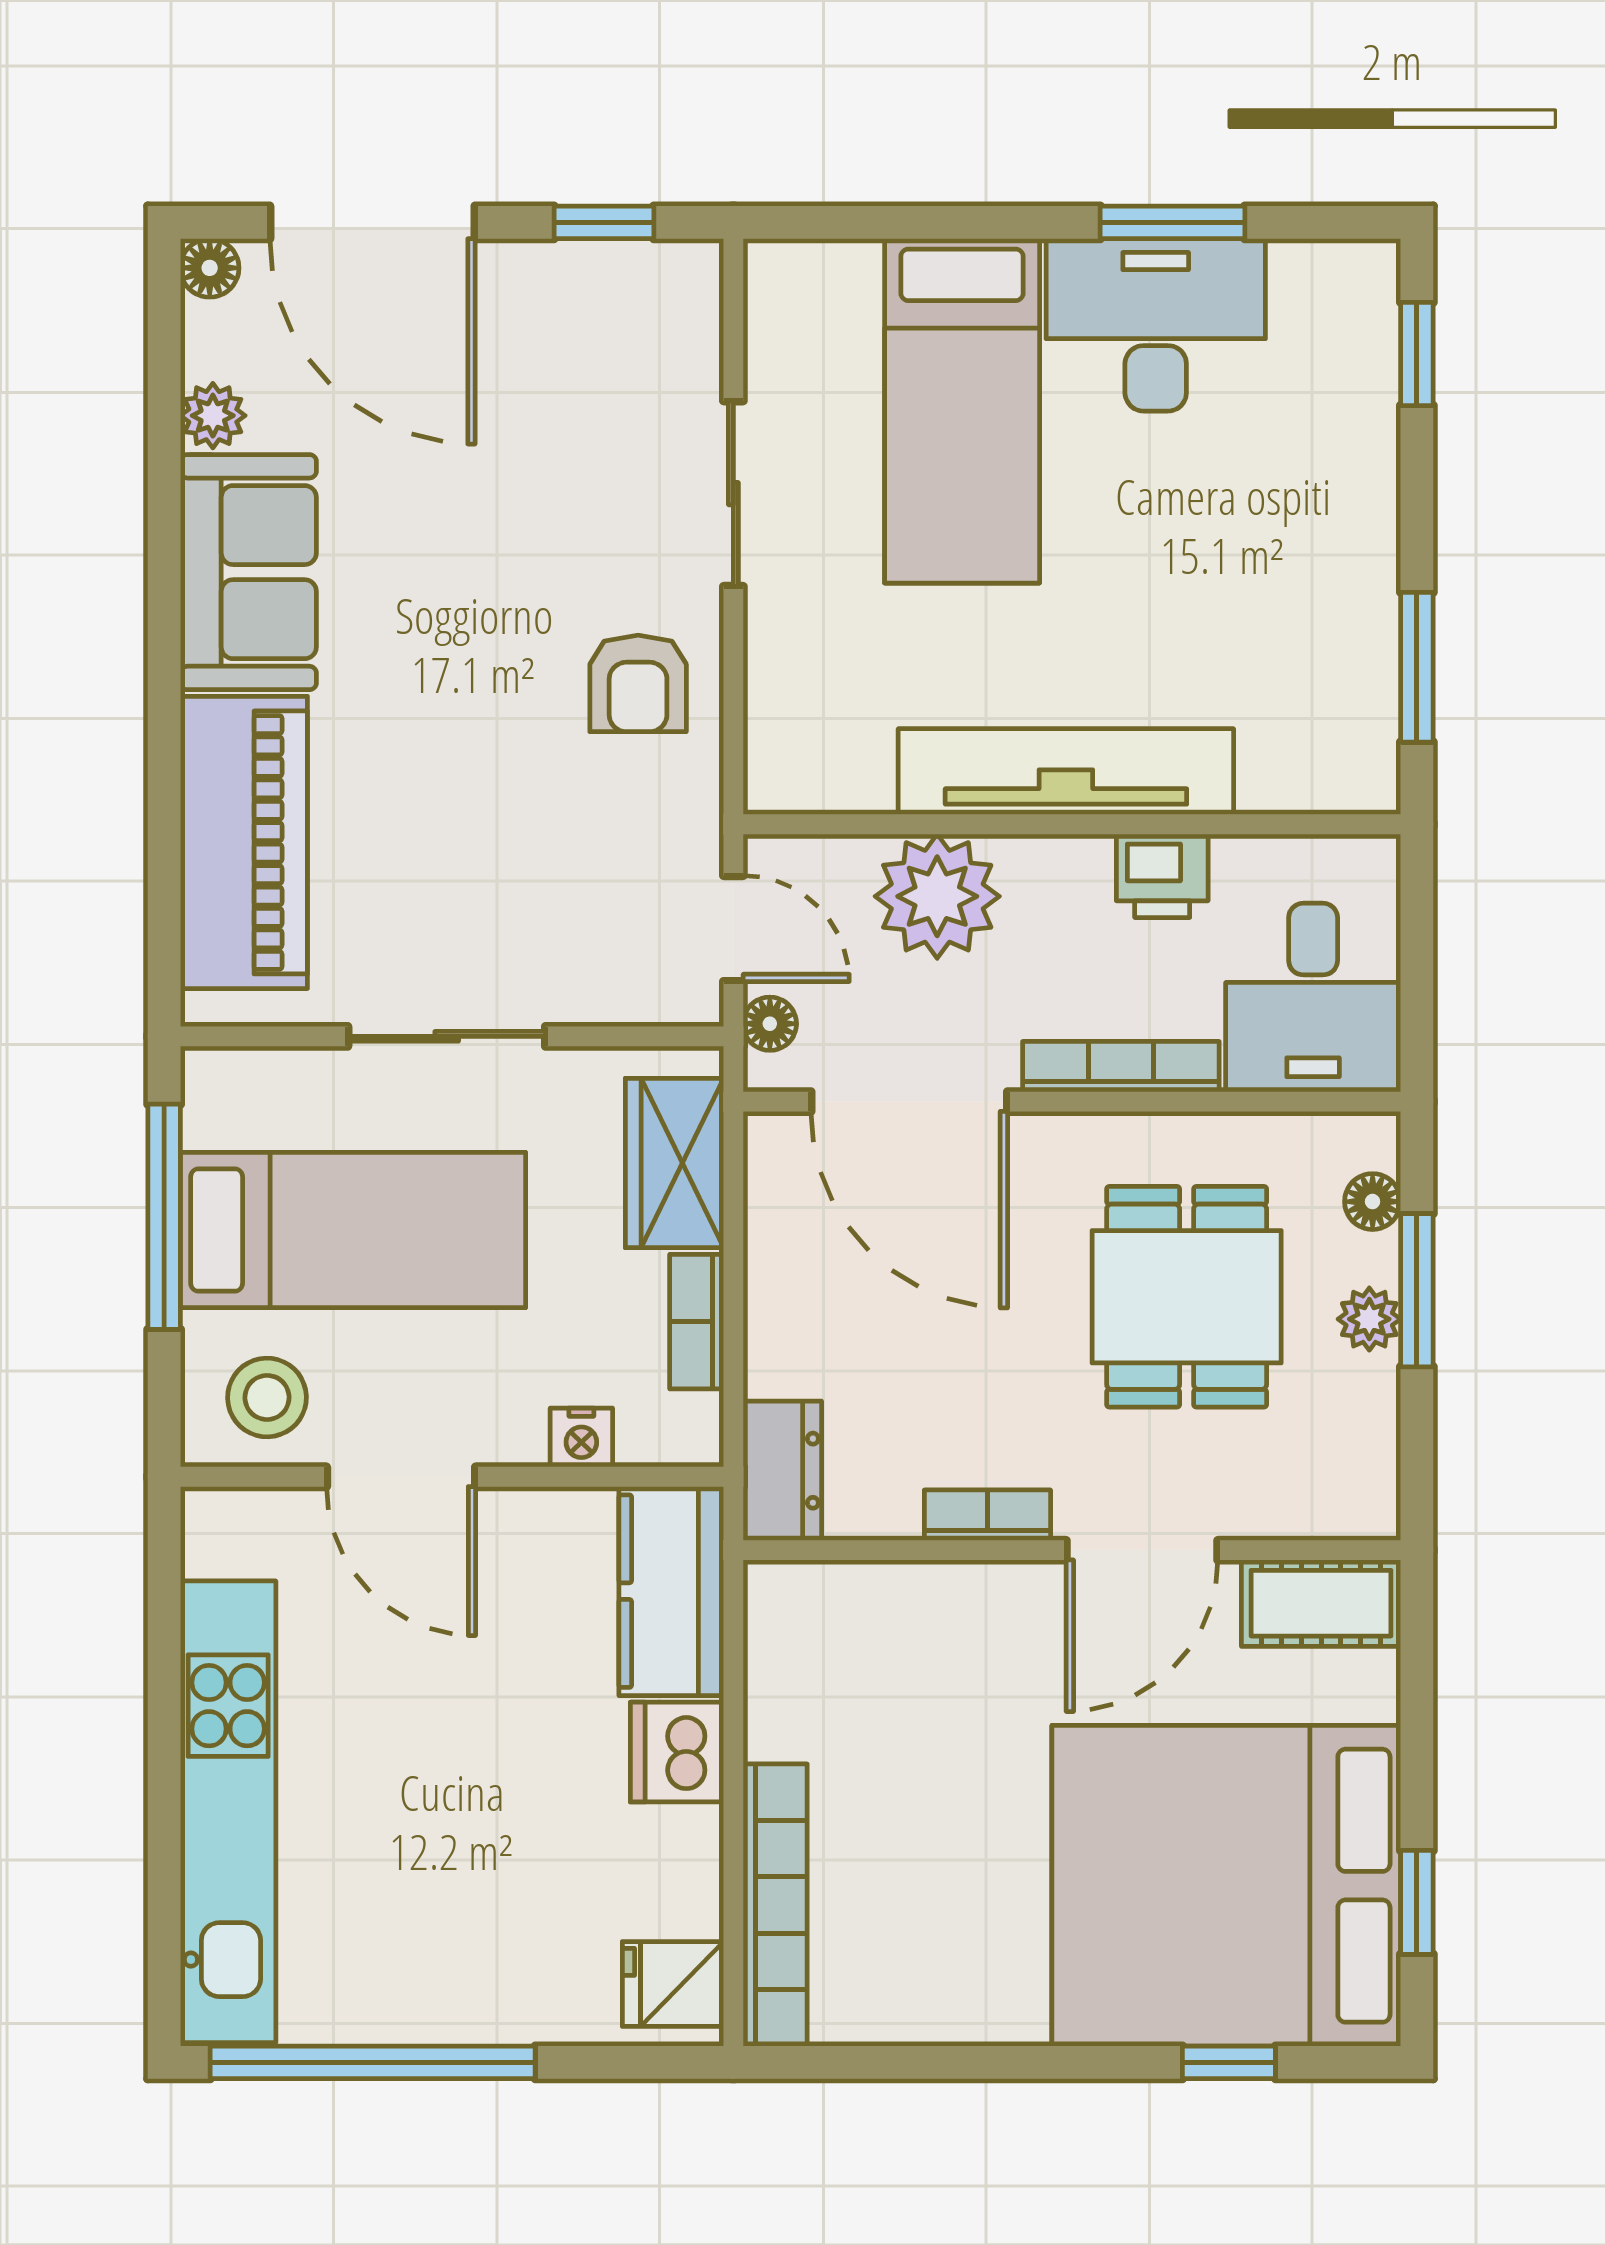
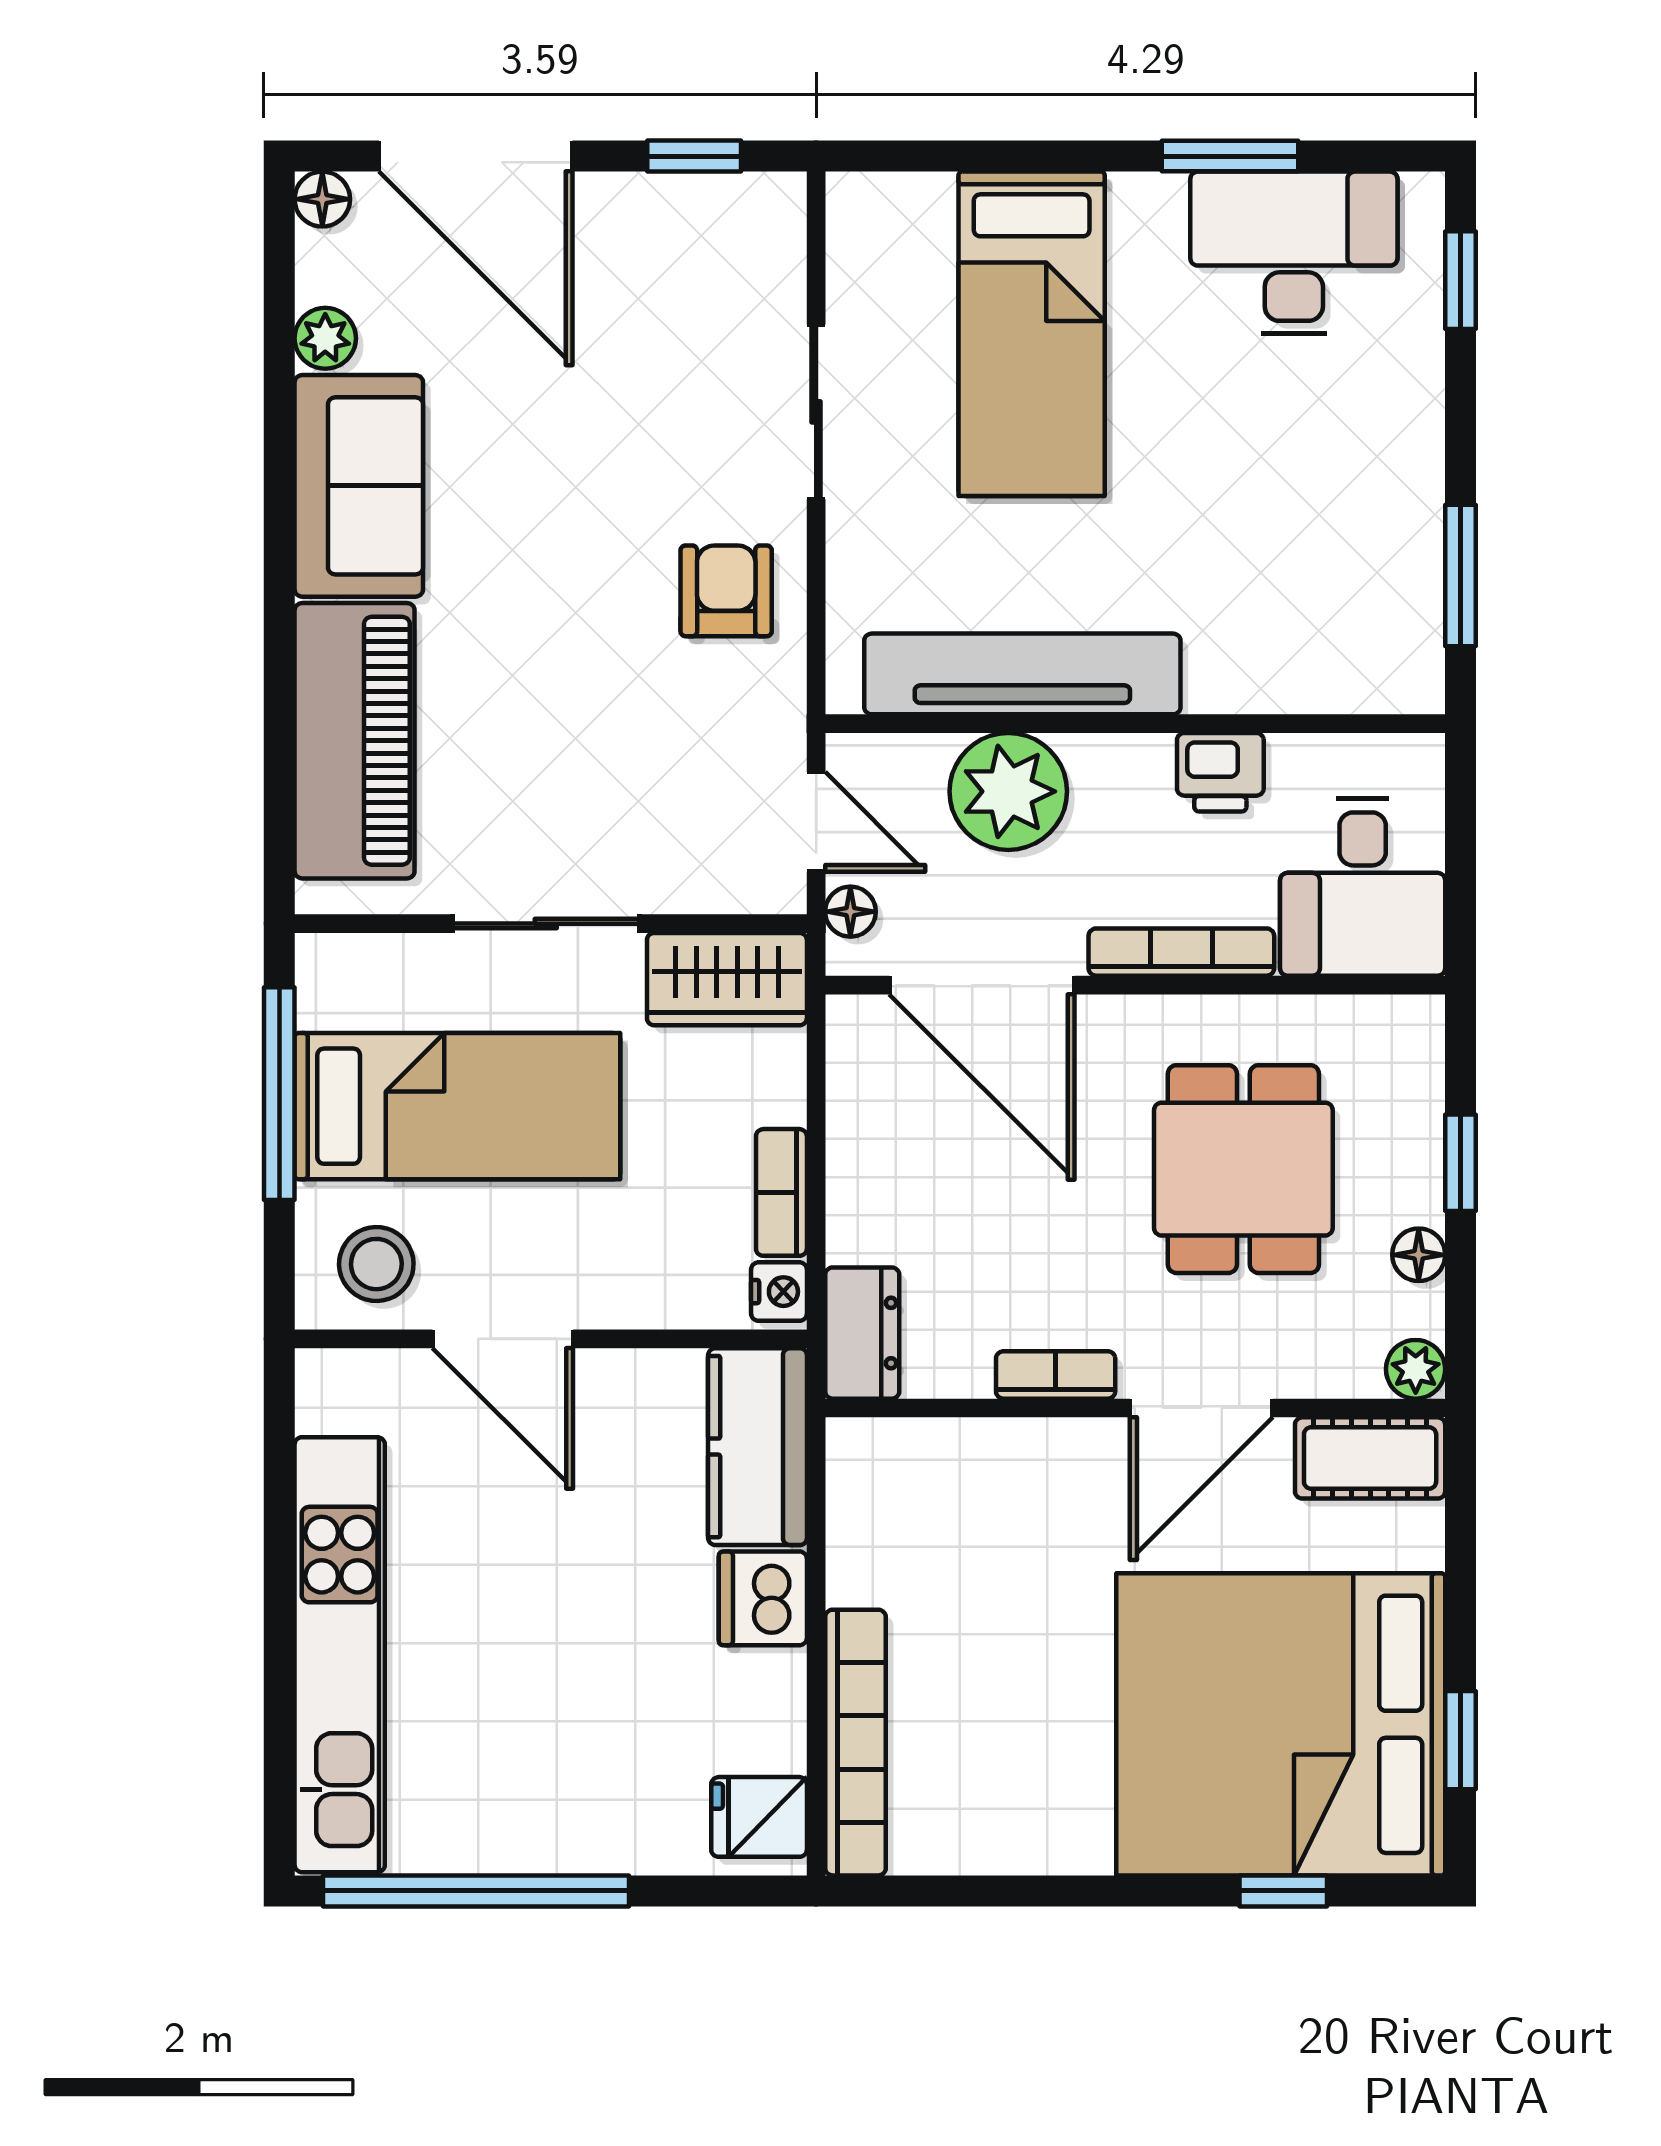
desk: (1156, 325) -> (1294, 253), moved
armchair: (638, 683) -> (726, 591), turned 180
tv unit: (1066, 772) -> (1022, 674), moved
wardrobe: (674, 1163) -> (727, 979), moved, turned -90
floor lamp: (1373, 1202) -> (1419, 1255), moved
window: (1417, 1290) -> (1460, 1163), width x0.67
plant: (1369, 1319) -> (1416, 1369), moved
nightstand: (581, 1438) -> (779, 1292), moved, turned -90

